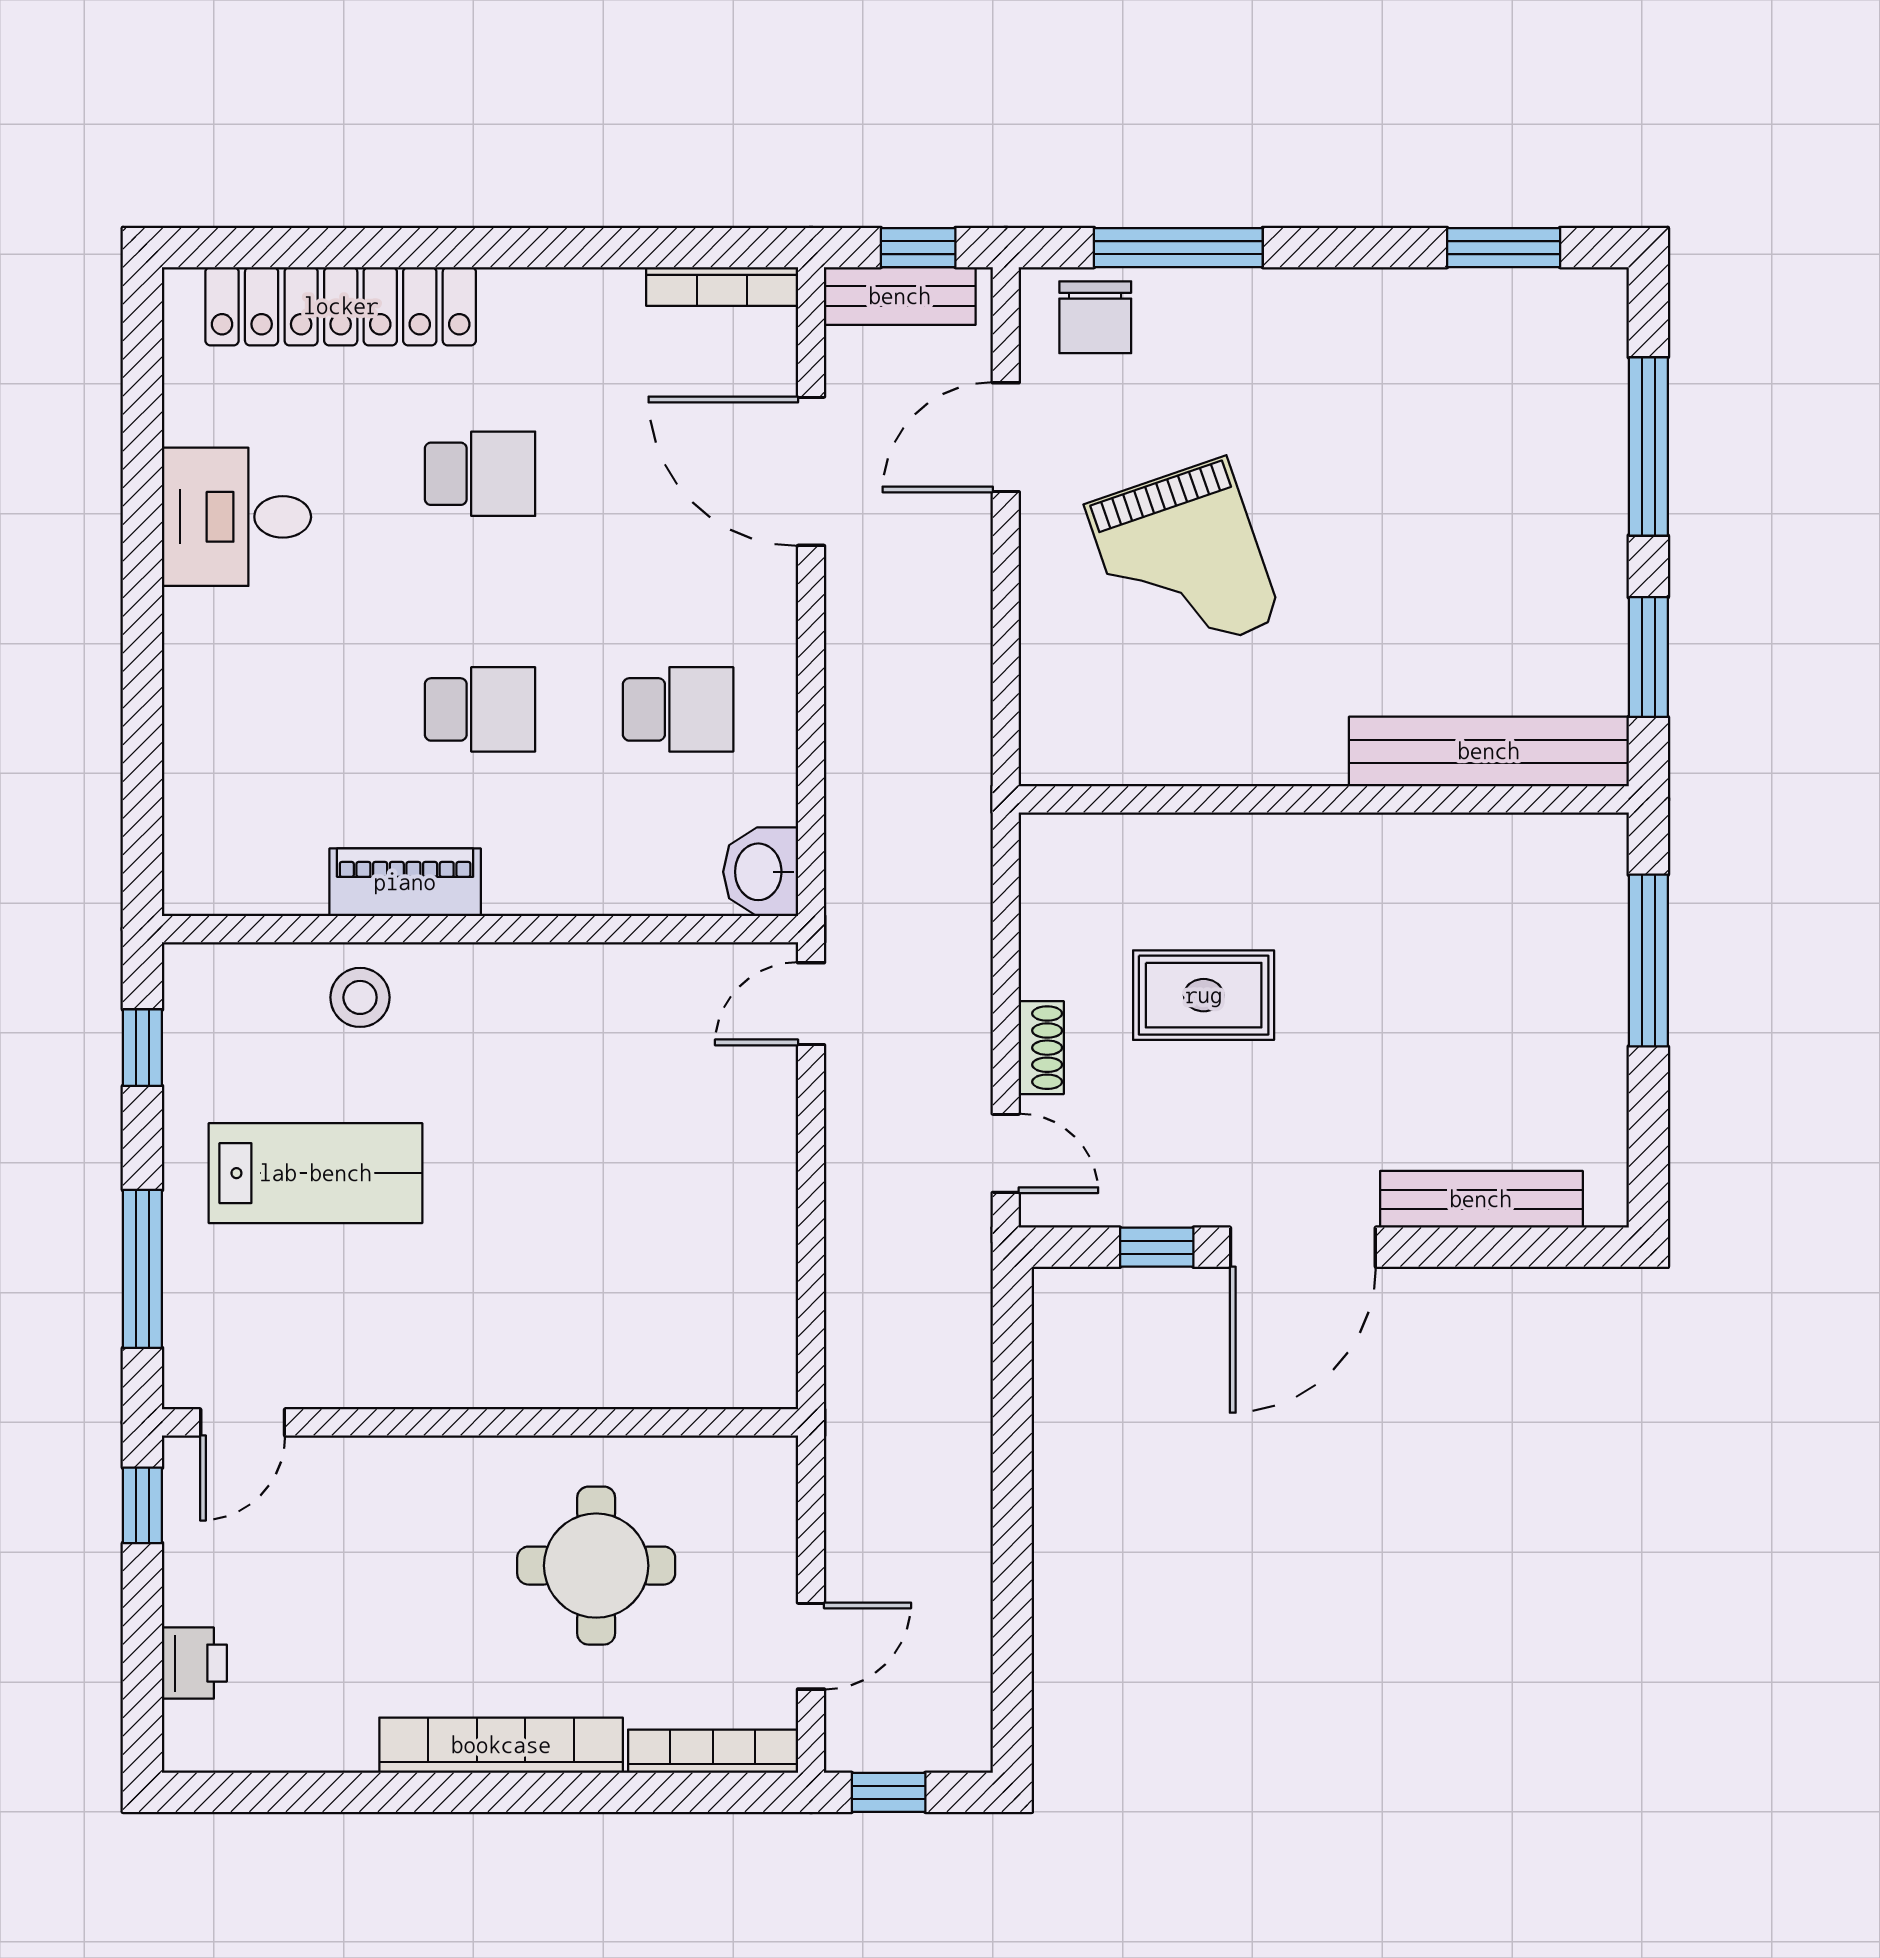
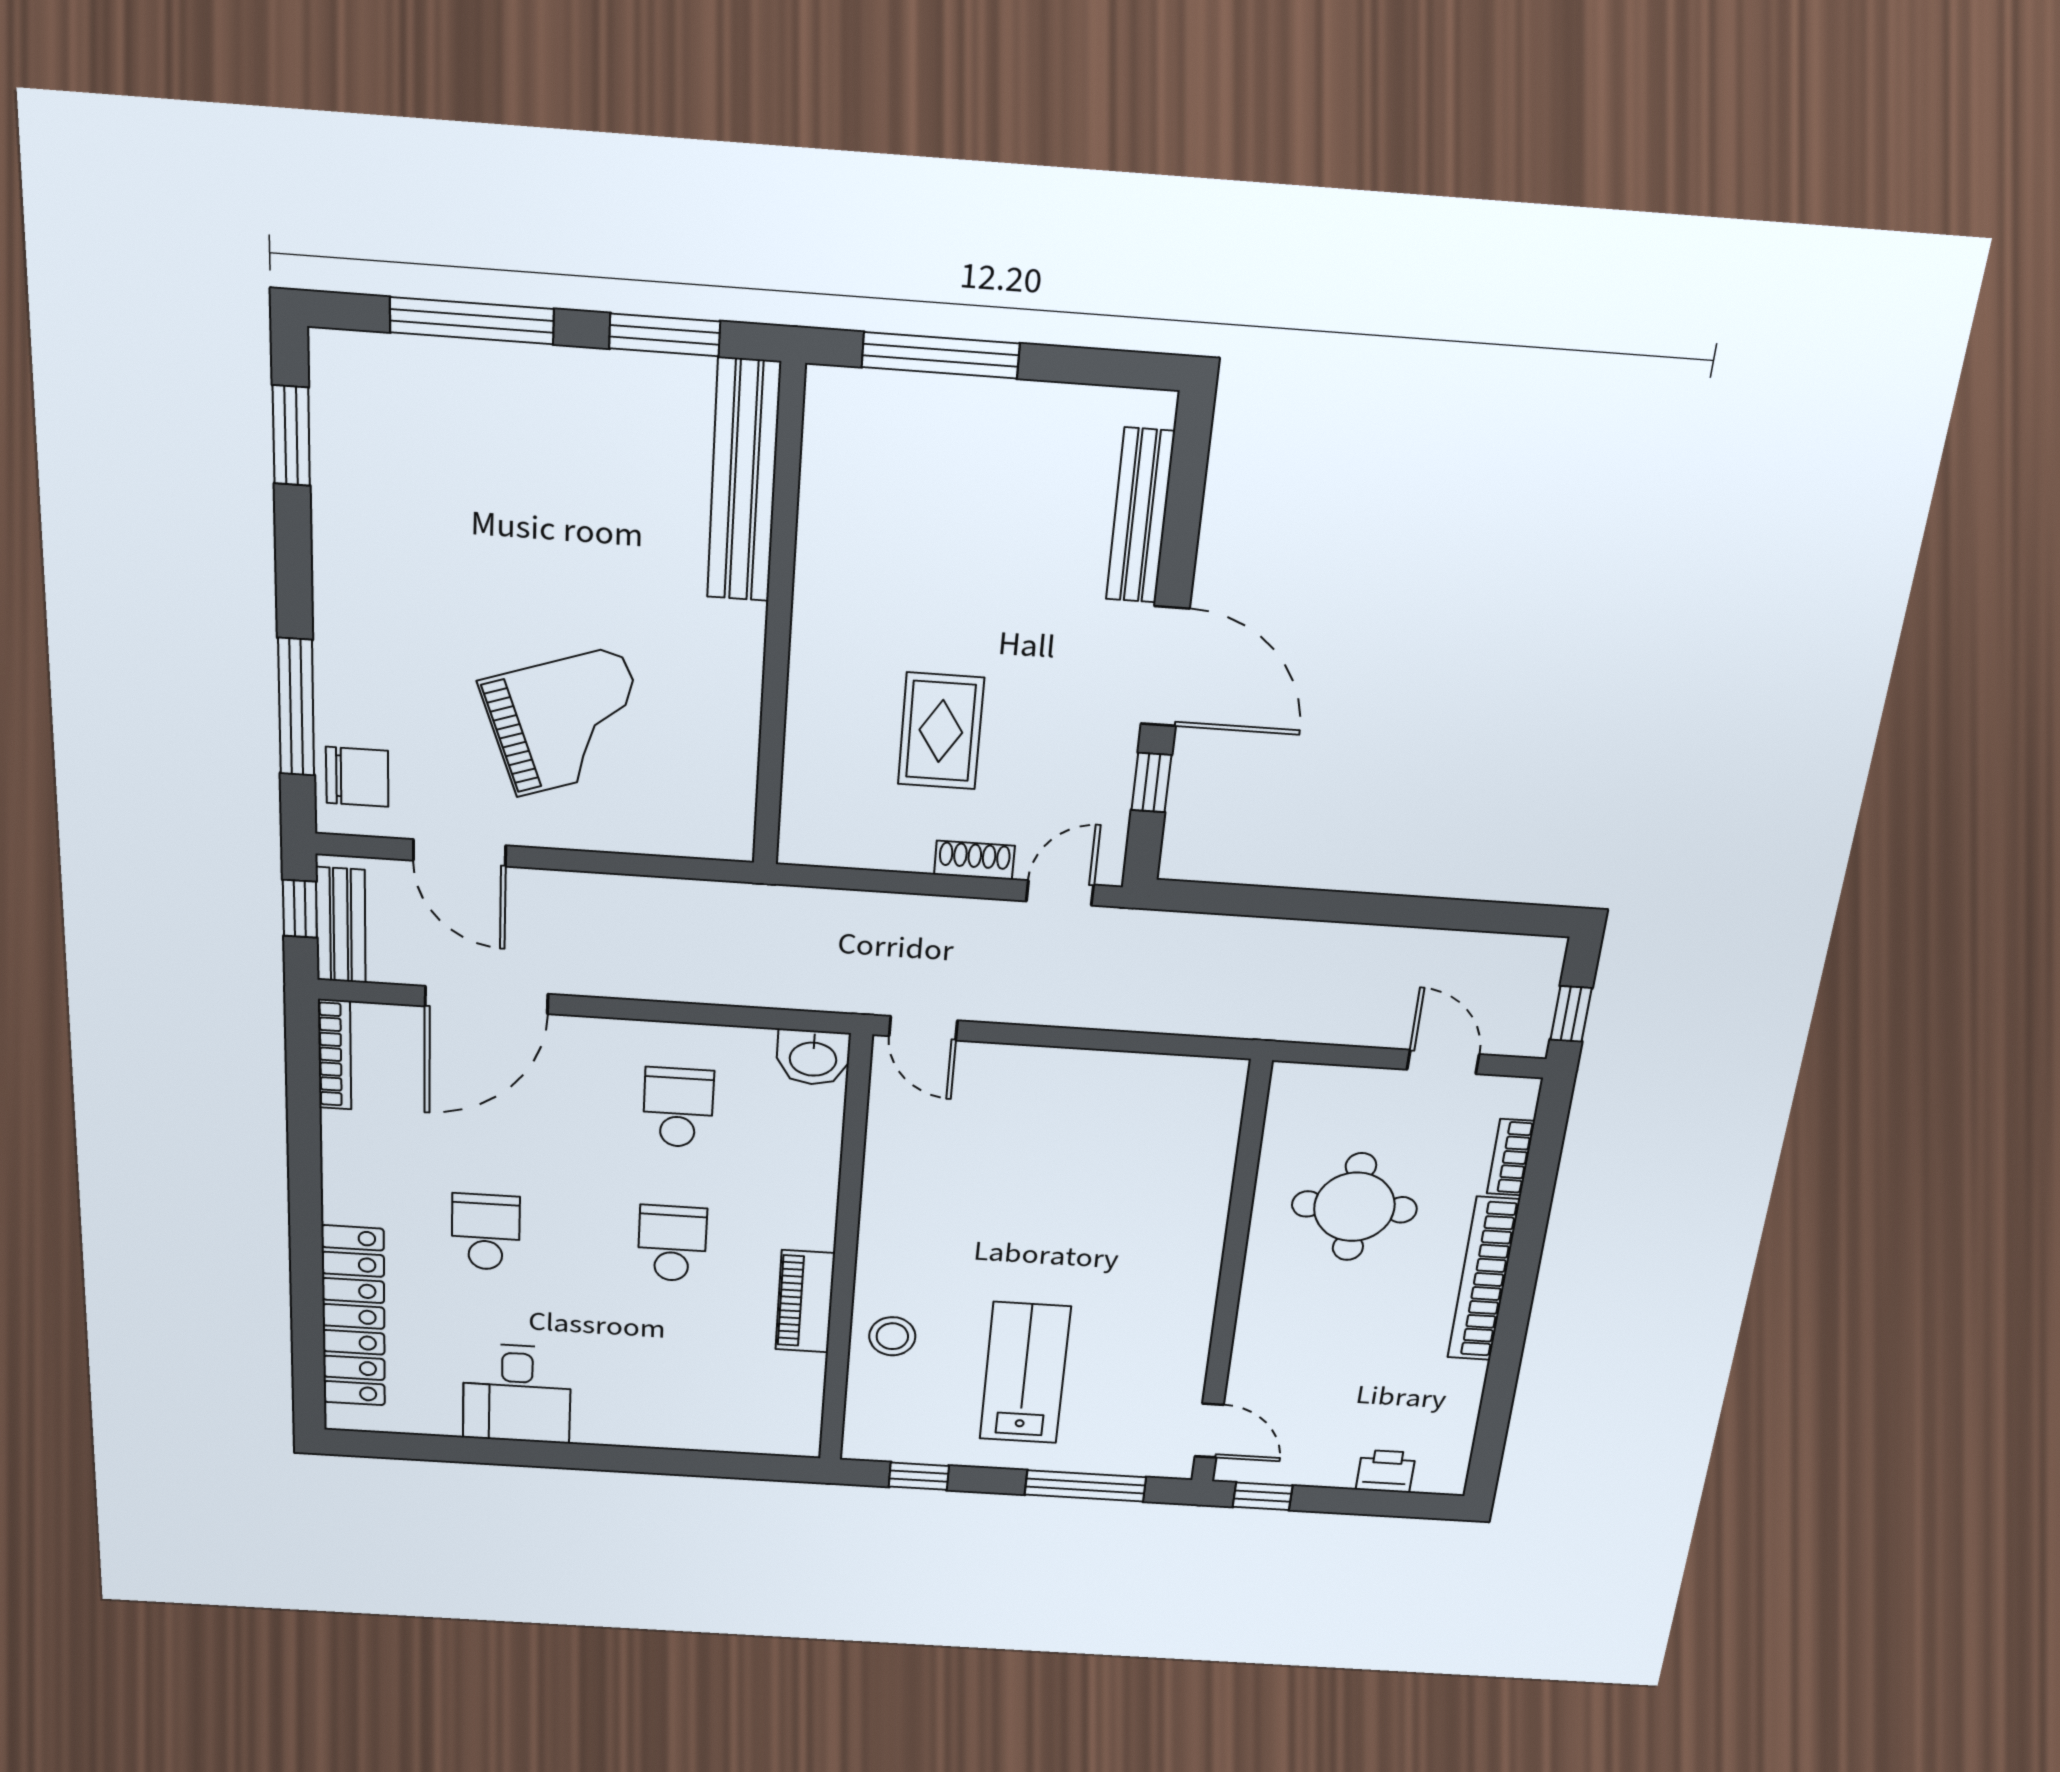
bookcase: (713, 1751) -> (1511, 1157), width x0.64

